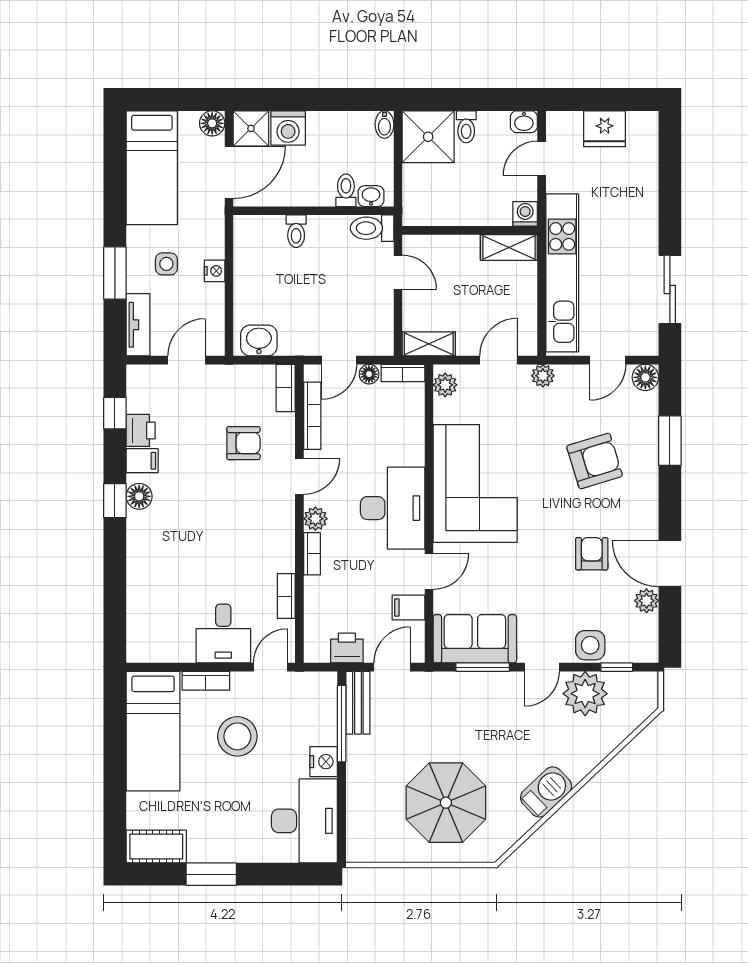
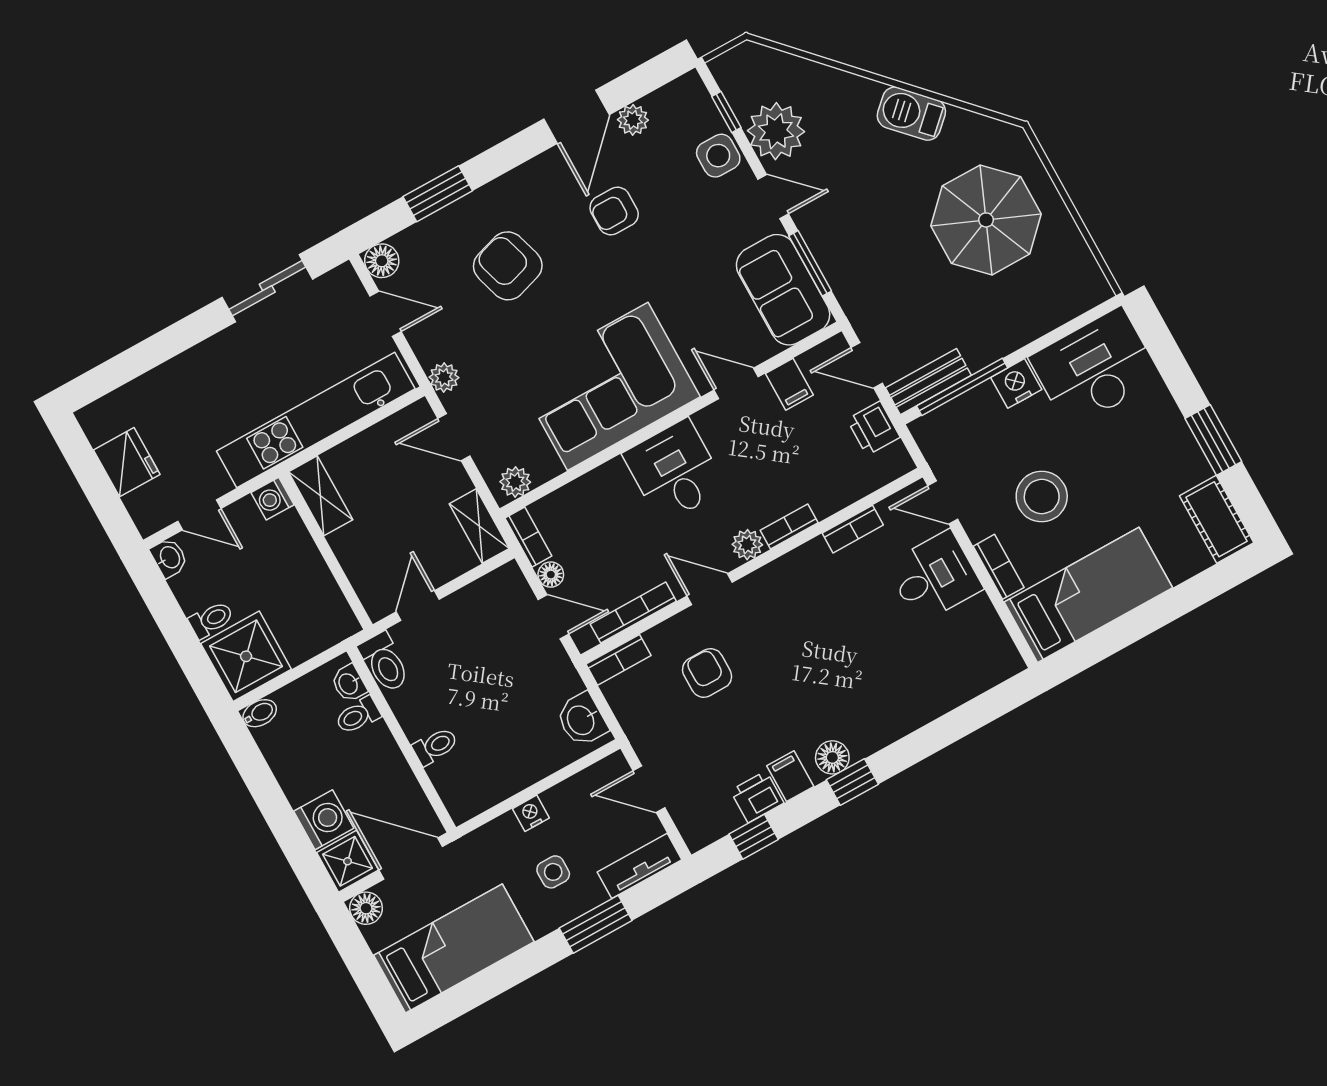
desk: (393, 508) -> (675, 471), width x0.73

